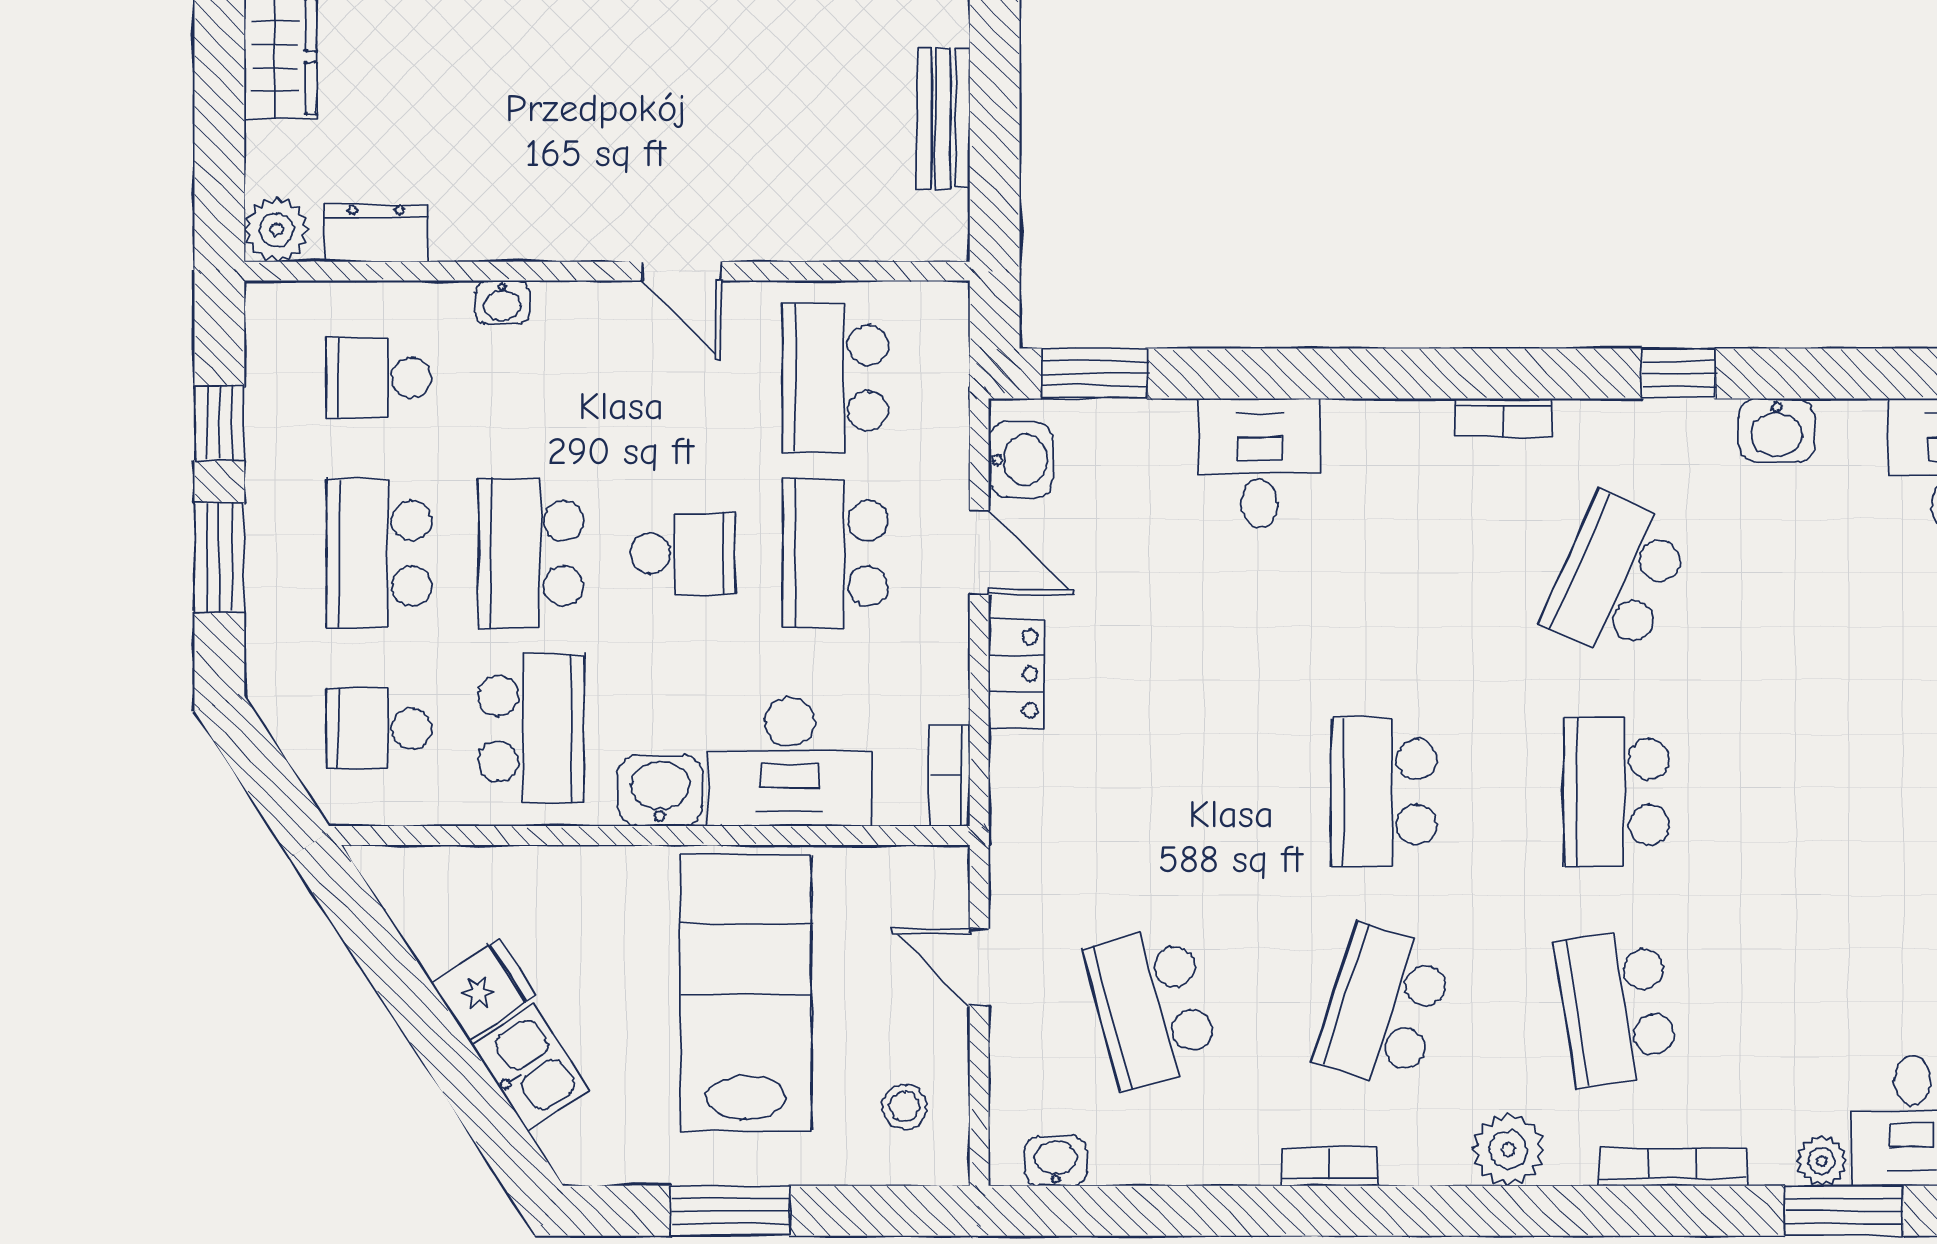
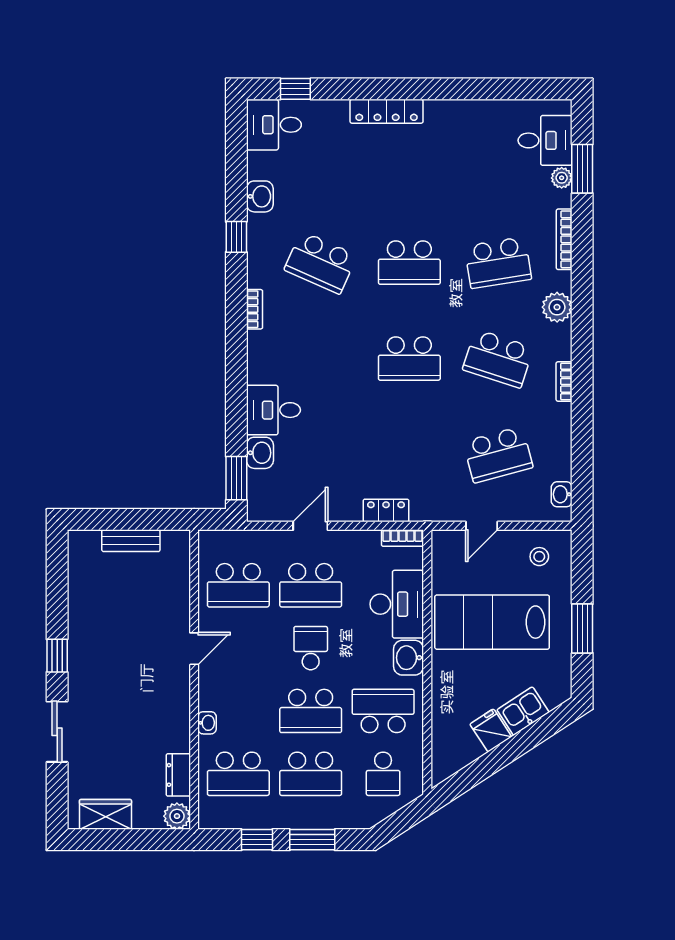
school desk: (379, 378) -> (238, 774), width x1.85
washbasin: (1021, 460) -> (260, 453), moved, turned 90
locker: (1016, 674) -> (386, 510), moved

